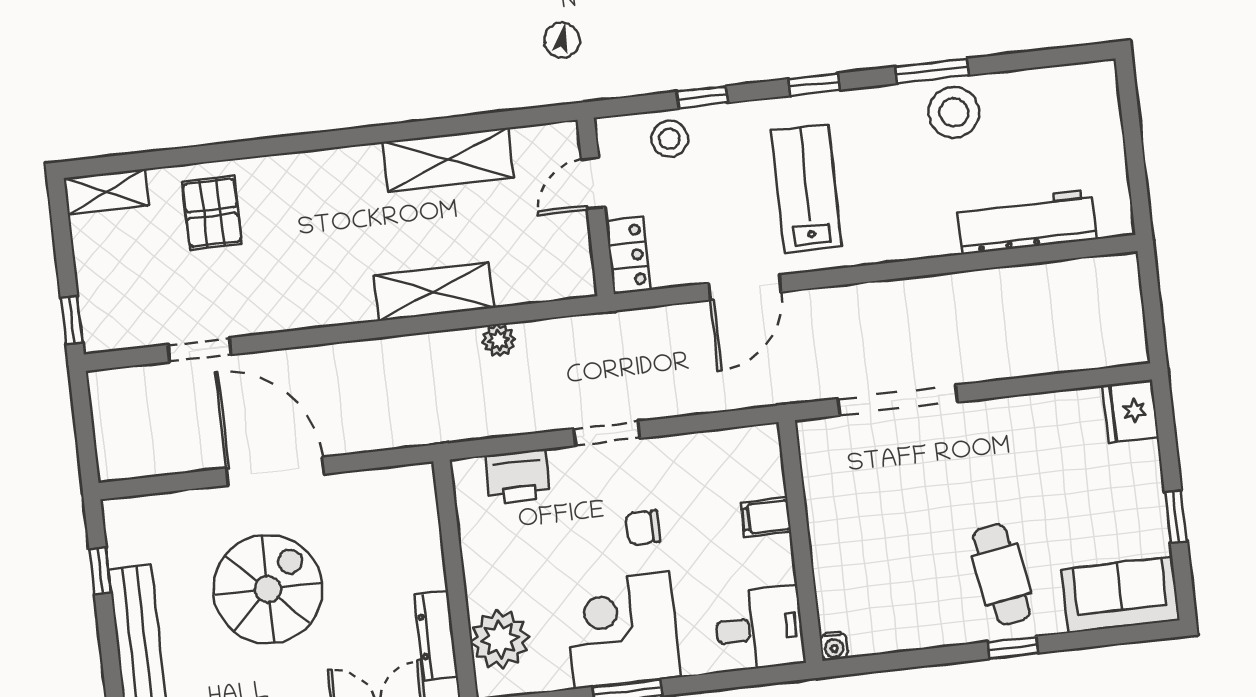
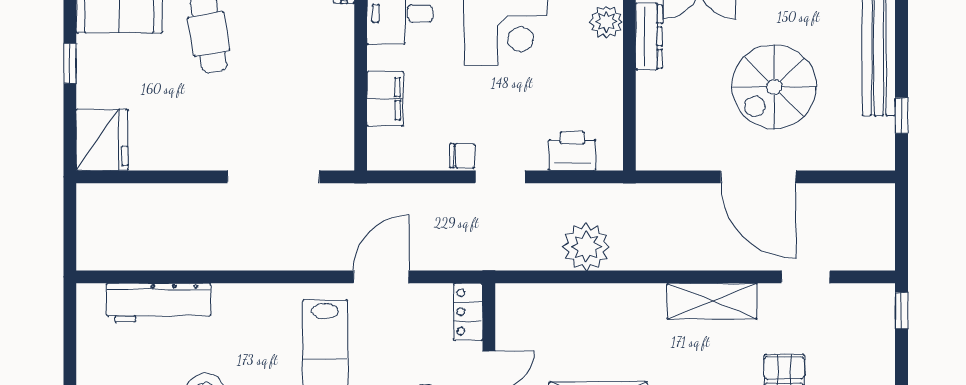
shelving: (434, 291) -> (712, 301), moved
plant: (499, 340) -> (586, 247), width x1.87, depth x1.87
fridge: (1130, 411) -> (102, 140), width x1.36, depth x1.34
filing cabinet: (766, 517) -> (385, 99), width x2.00
chair: (643, 528) -> (462, 156), moved
plant: (500, 639) -> (606, 22), width x0.73, depth x0.73

